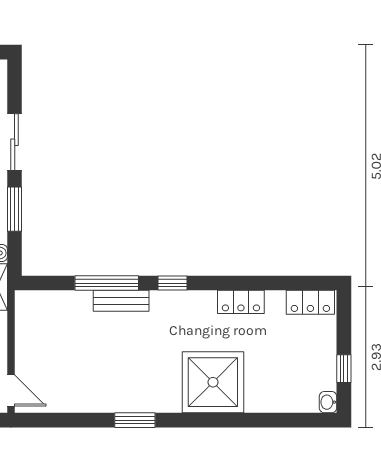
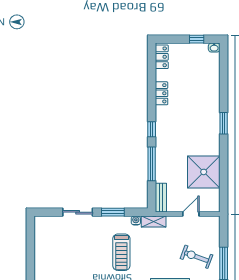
bench: (121, 301) -> (161, 198), moved
shower: (213, 382) -> (204, 172), moved
door: (11, 390) -> (191, 214), moved
window: (135, 420) -> (224, 123), moved

